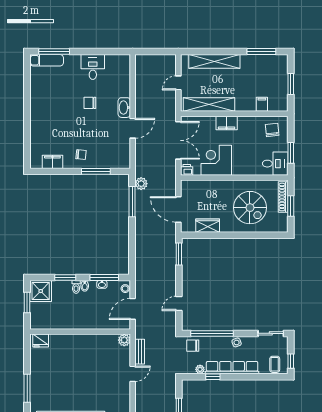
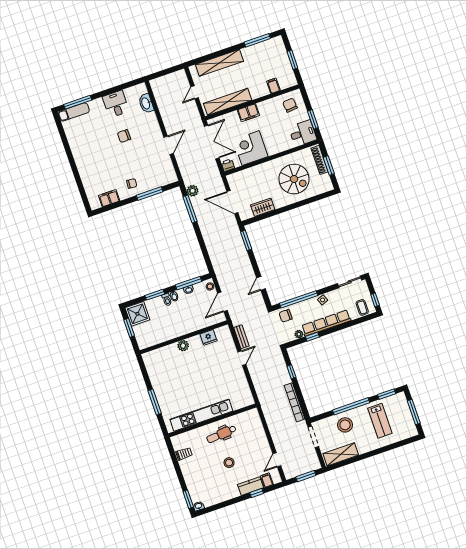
washbasin: (124, 108) -> (146, 103), moved
plant: (124, 340) -> (183, 346), moved
fridge: (41, 341) -> (208, 337), moved

